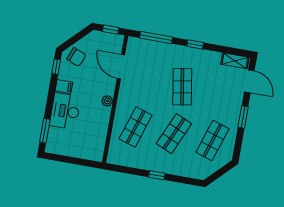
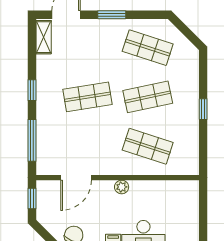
shop shelf: (174, 134) -> (148, 97), turned -36

